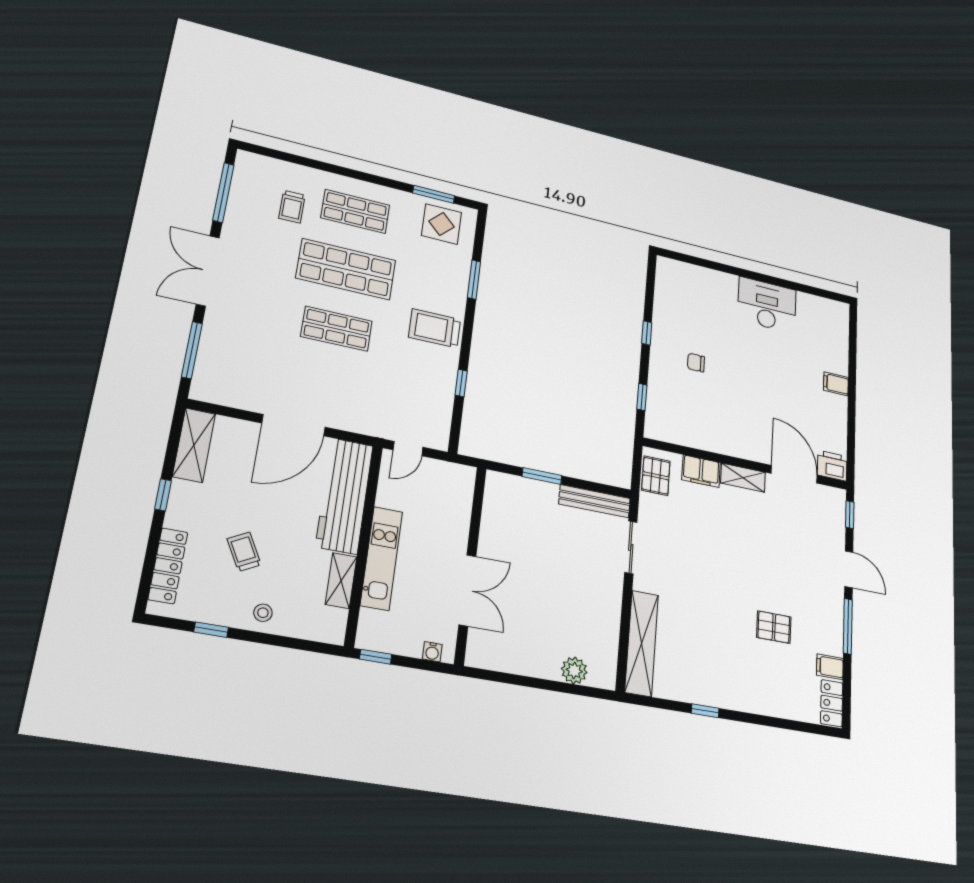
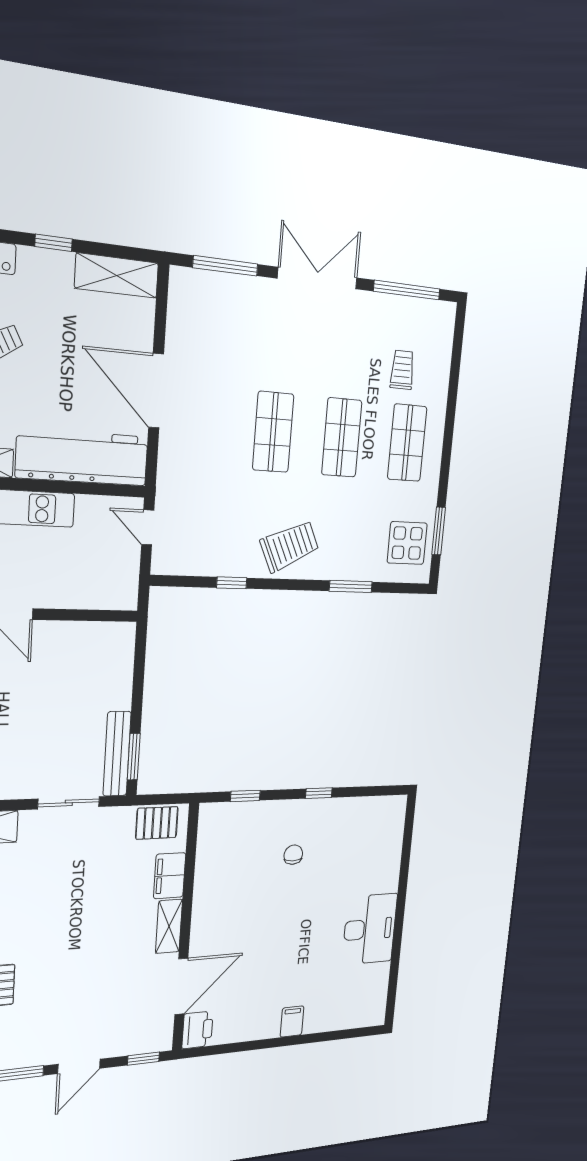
trolley: (292, 207) -> (402, 370), turned 90
shop shelf: (346, 269) -> (342, 438), width x0.70, depth x0.74
trolley: (435, 328) -> (290, 546), turned 65
window: (542, 476) -> (134, 757), moved

